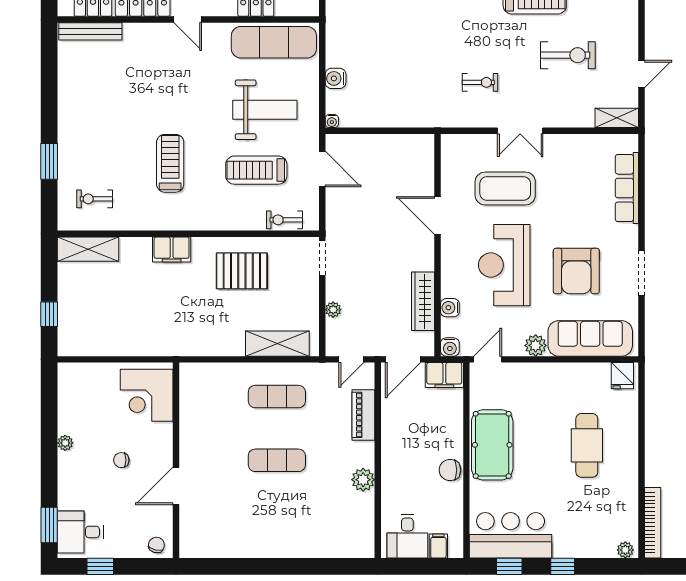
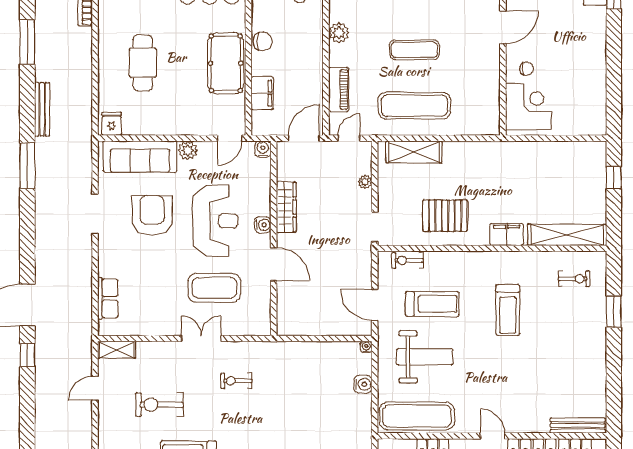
weight bench: (265, 110) -> (425, 357), turned 180
row of seats: (627, 188) -> (108, 298), width x0.68
exercise bike: (284, 220) -> (408, 260), turned 180
shelving: (88, 249) -> (567, 235), width x1.47
wardrobe: (423, 301) -> (286, 207), moved
water cooler: (450, 308) -> (263, 225), moved
filing cabinet: (444, 375) -> (262, 93), moved, turned 90
exercise mat: (277, 397) -> (414, 106), width x1.36, depth x1.45
plant: (65, 443) -> (600, 65), removed
chair: (121, 460) -> (527, 69), moved

